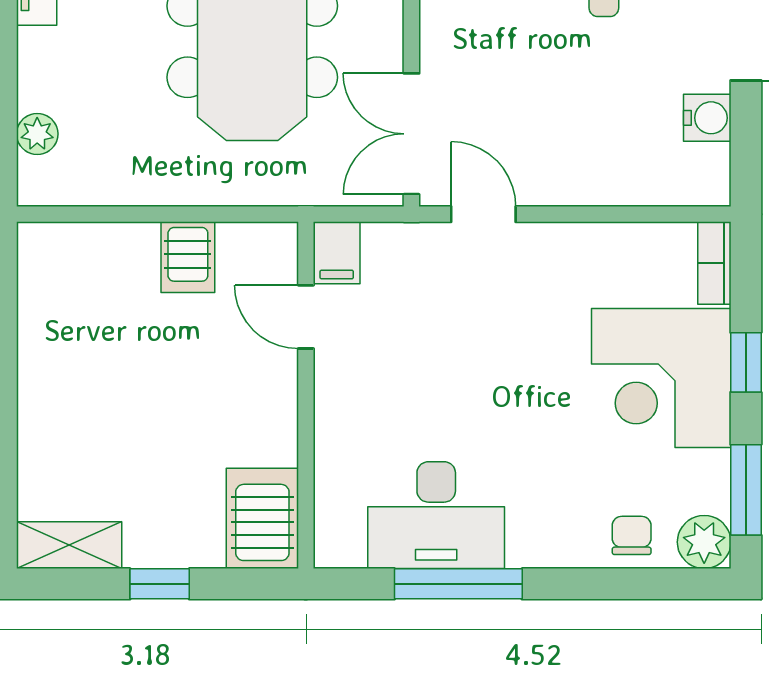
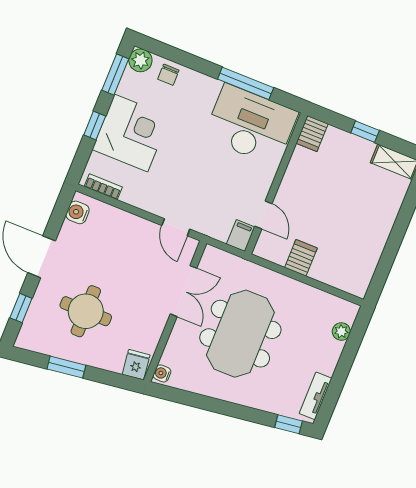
water cooler: (707, 118) -> (78, 212), moved
double door: (411, 134) -> (183, 291), moved
bookcase: (714, 263) -> (103, 187), moved, turned -90
desk: (436, 515) -> (251, 125), width x1.36, depth x1.30
server rack: (262, 518) -> (312, 134), width x0.73, depth x0.70

